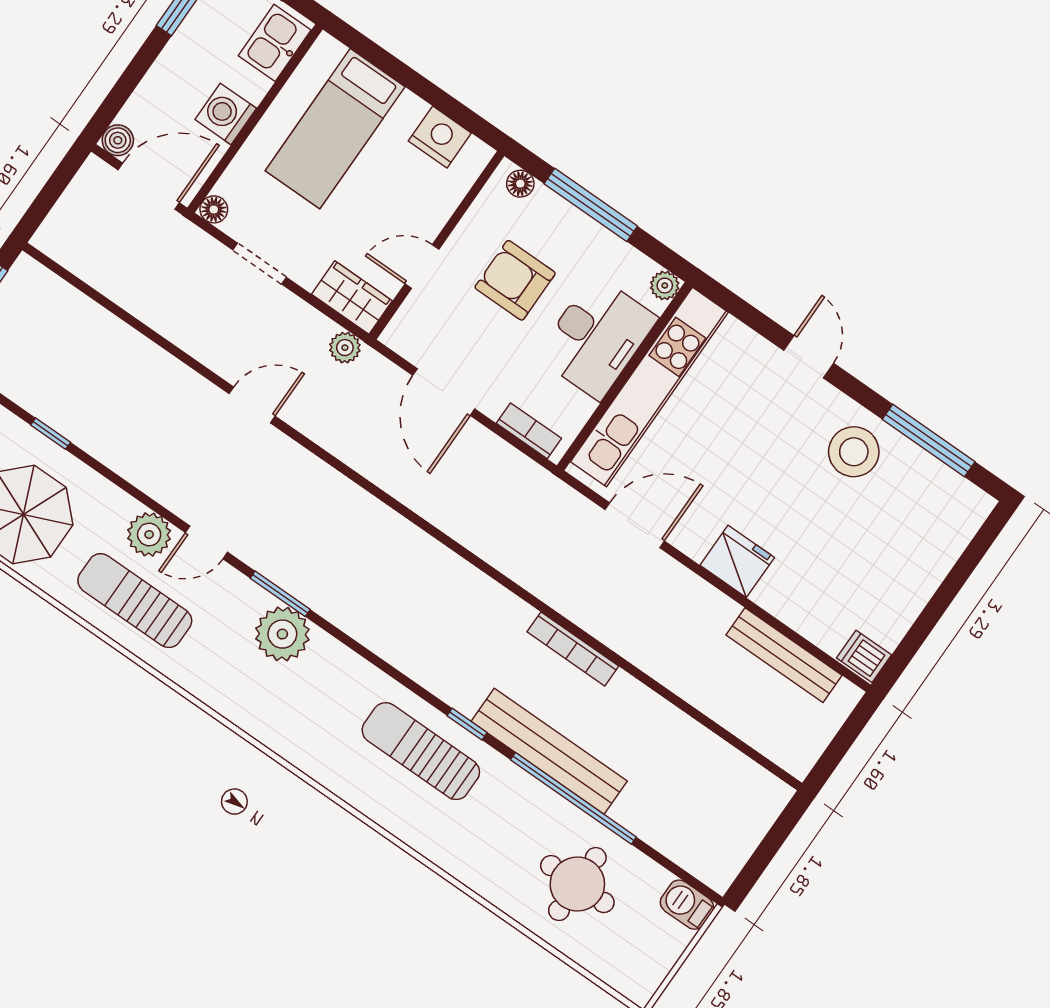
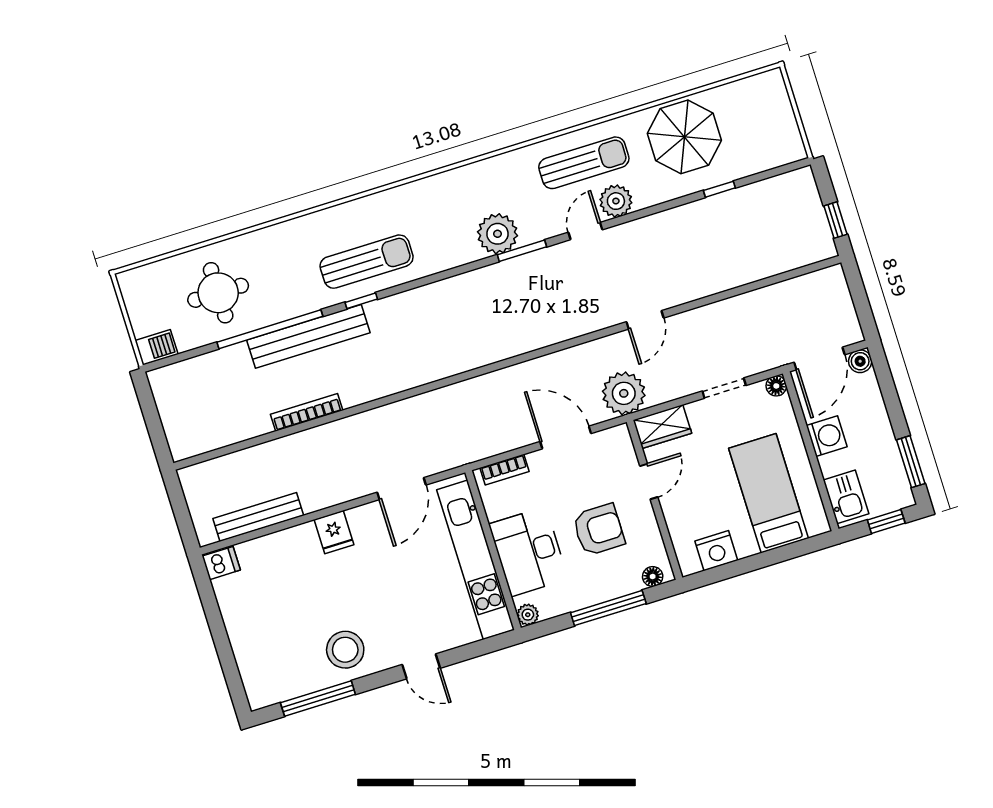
plant: (345, 348) -> (624, 393), width x1.87, depth x1.87
fridge: (737, 561) -> (334, 532), width x0.72
bookcase: (573, 649) -> (307, 412), moved

